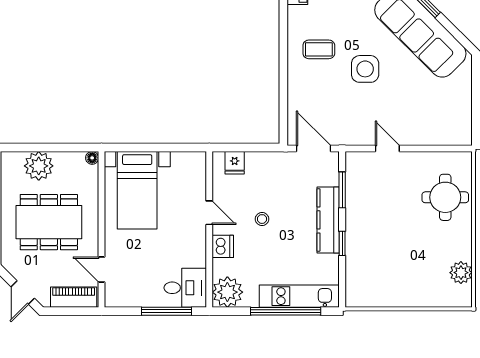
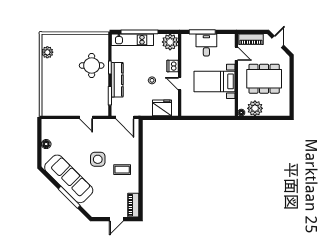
floor lamp: (463, 98) -> (46, 144), added
fridge: (235, 163) -> (162, 108), width x1.88, depth x1.34
plant: (39, 166) -> (255, 108), moved
bed with nightstands: (137, 190) -> (214, 81), moved, turned -90
round table: (445, 197) -> (92, 65), moved
desk: (185, 288) -> (206, 45), moved, turned 90

